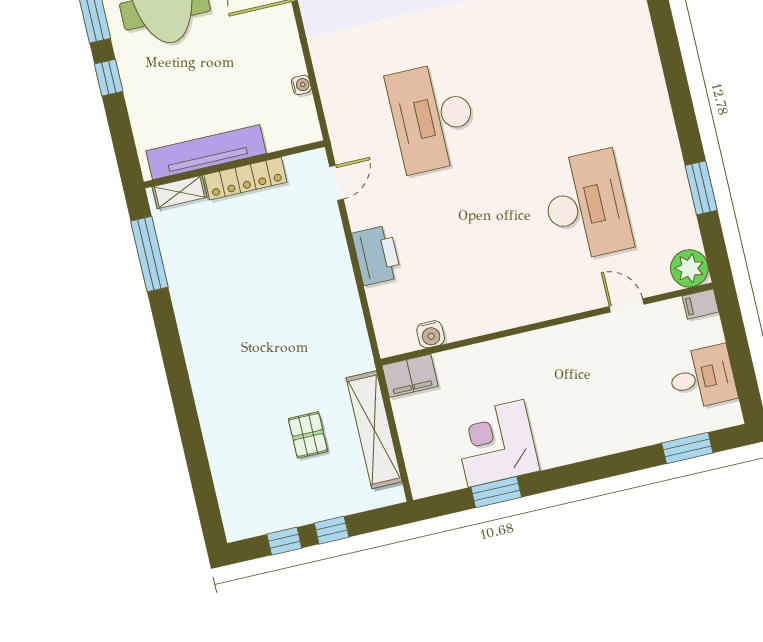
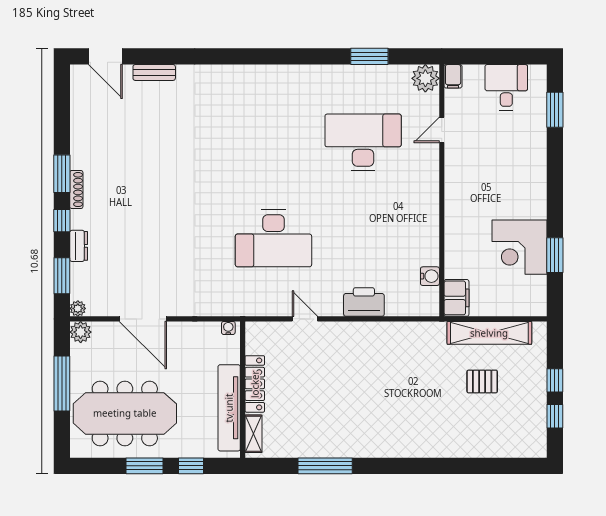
tv unit: (206, 152) -> (229, 408), moved
wall: (234, 164) -> (243, 390), moved
locker: (245, 179) -> (255, 384), moved
shelving: (180, 192) -> (253, 434), moved

